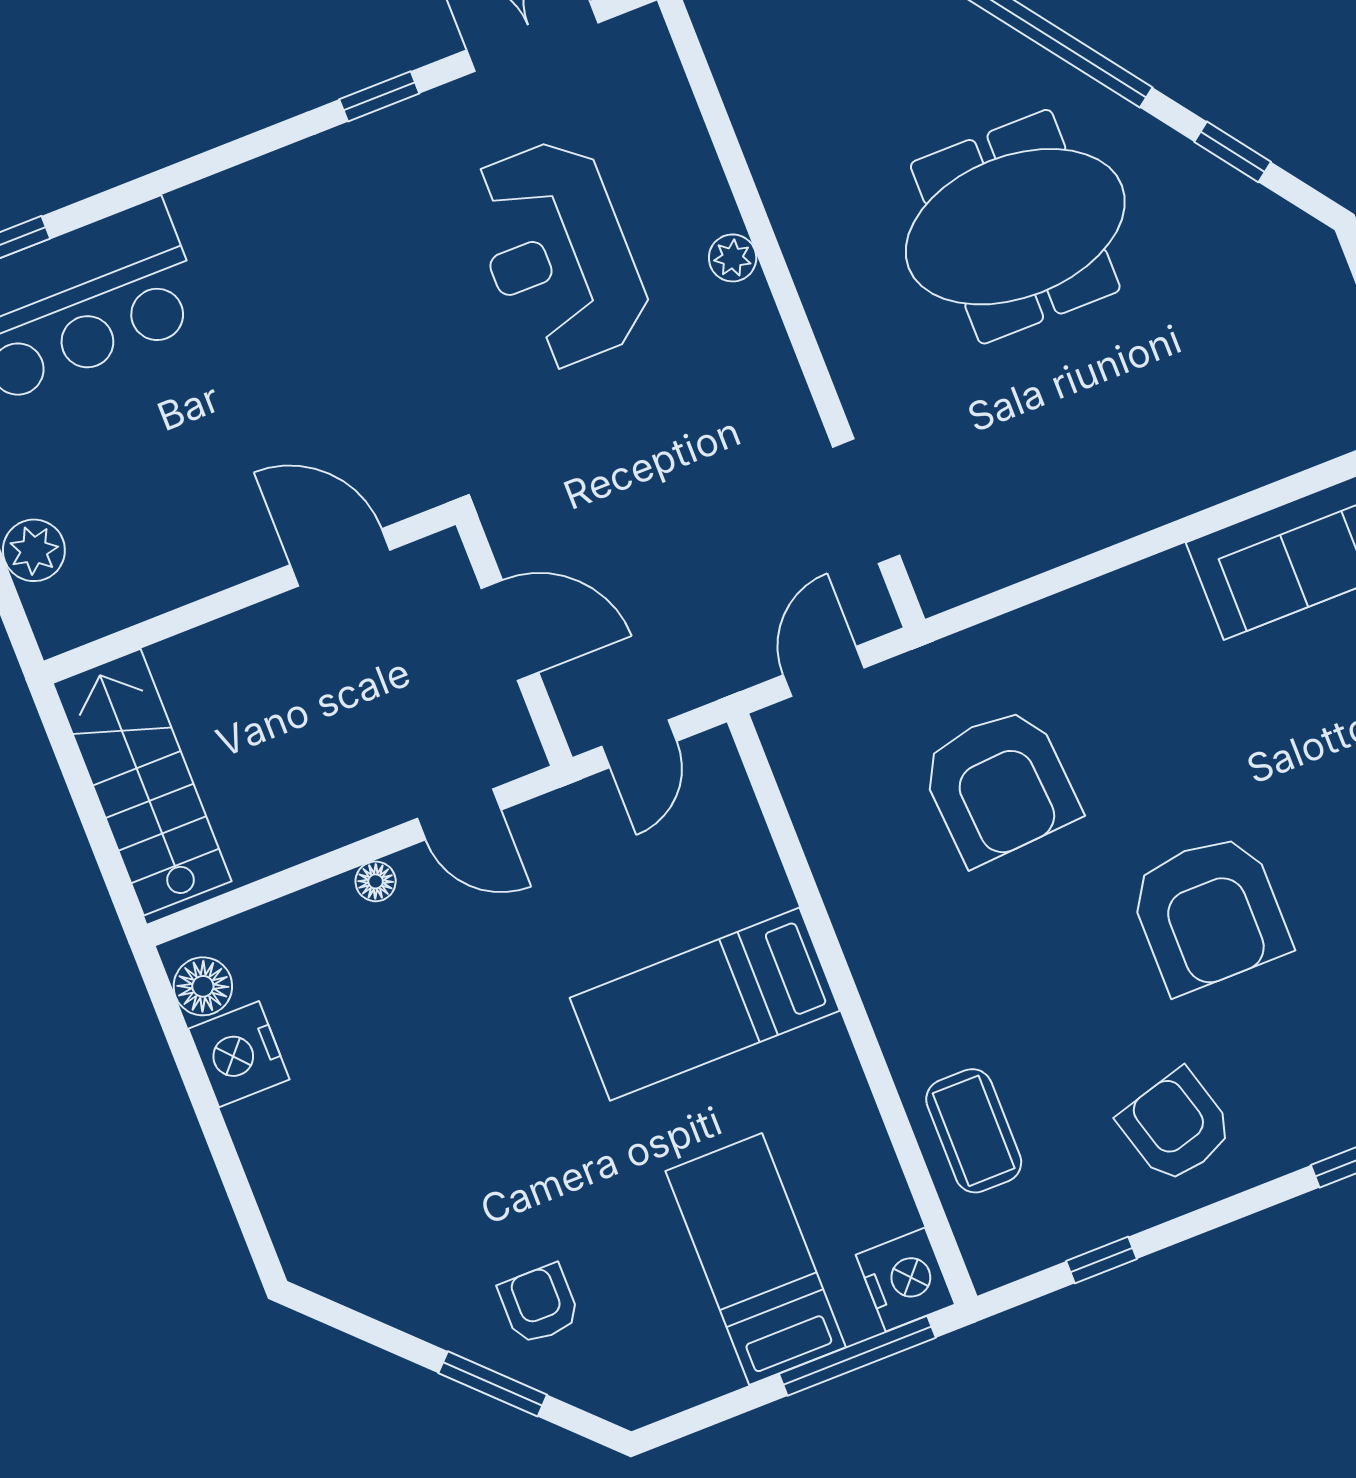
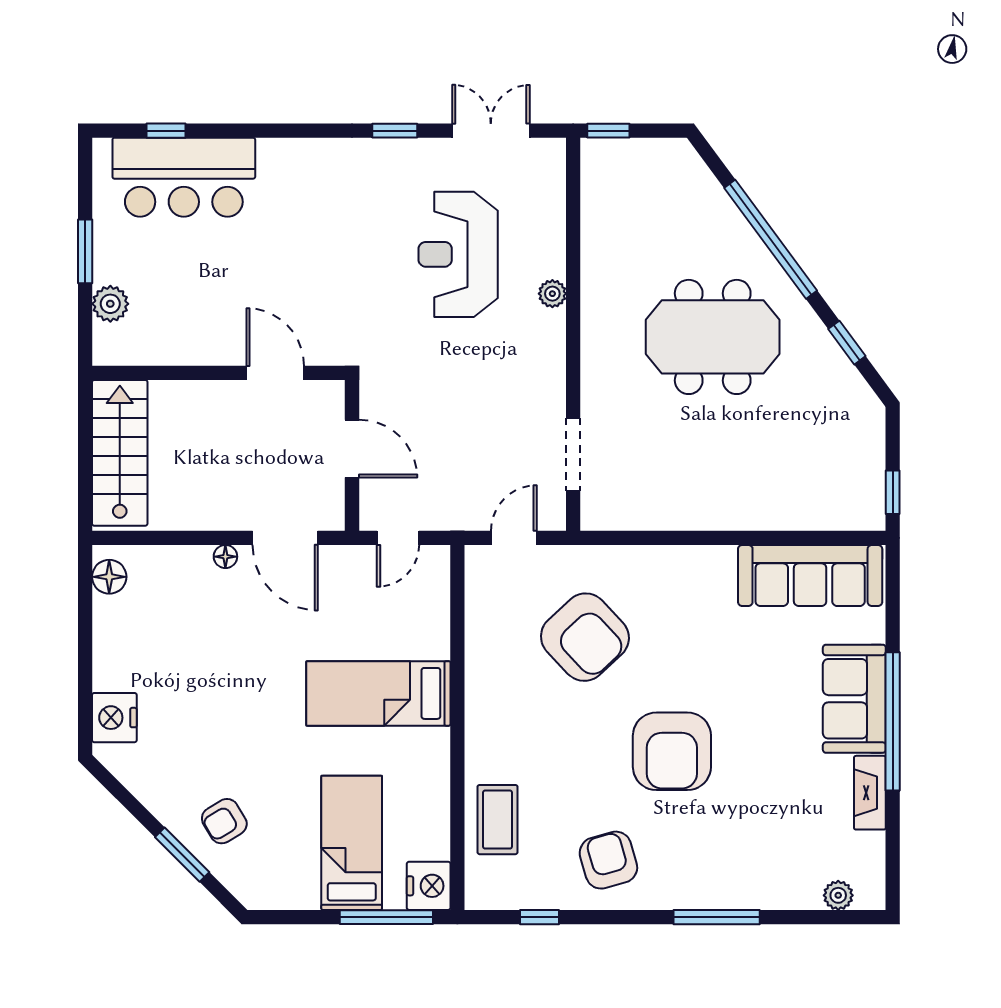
armchair: (999, 785) -> (585, 637), turned -39
door: (459, 814) -> (285, 538), width x1.38
nightstand: (239, 1054) -> (114, 718), moved
armchair: (539, 1304) -> (224, 821), turned -121

